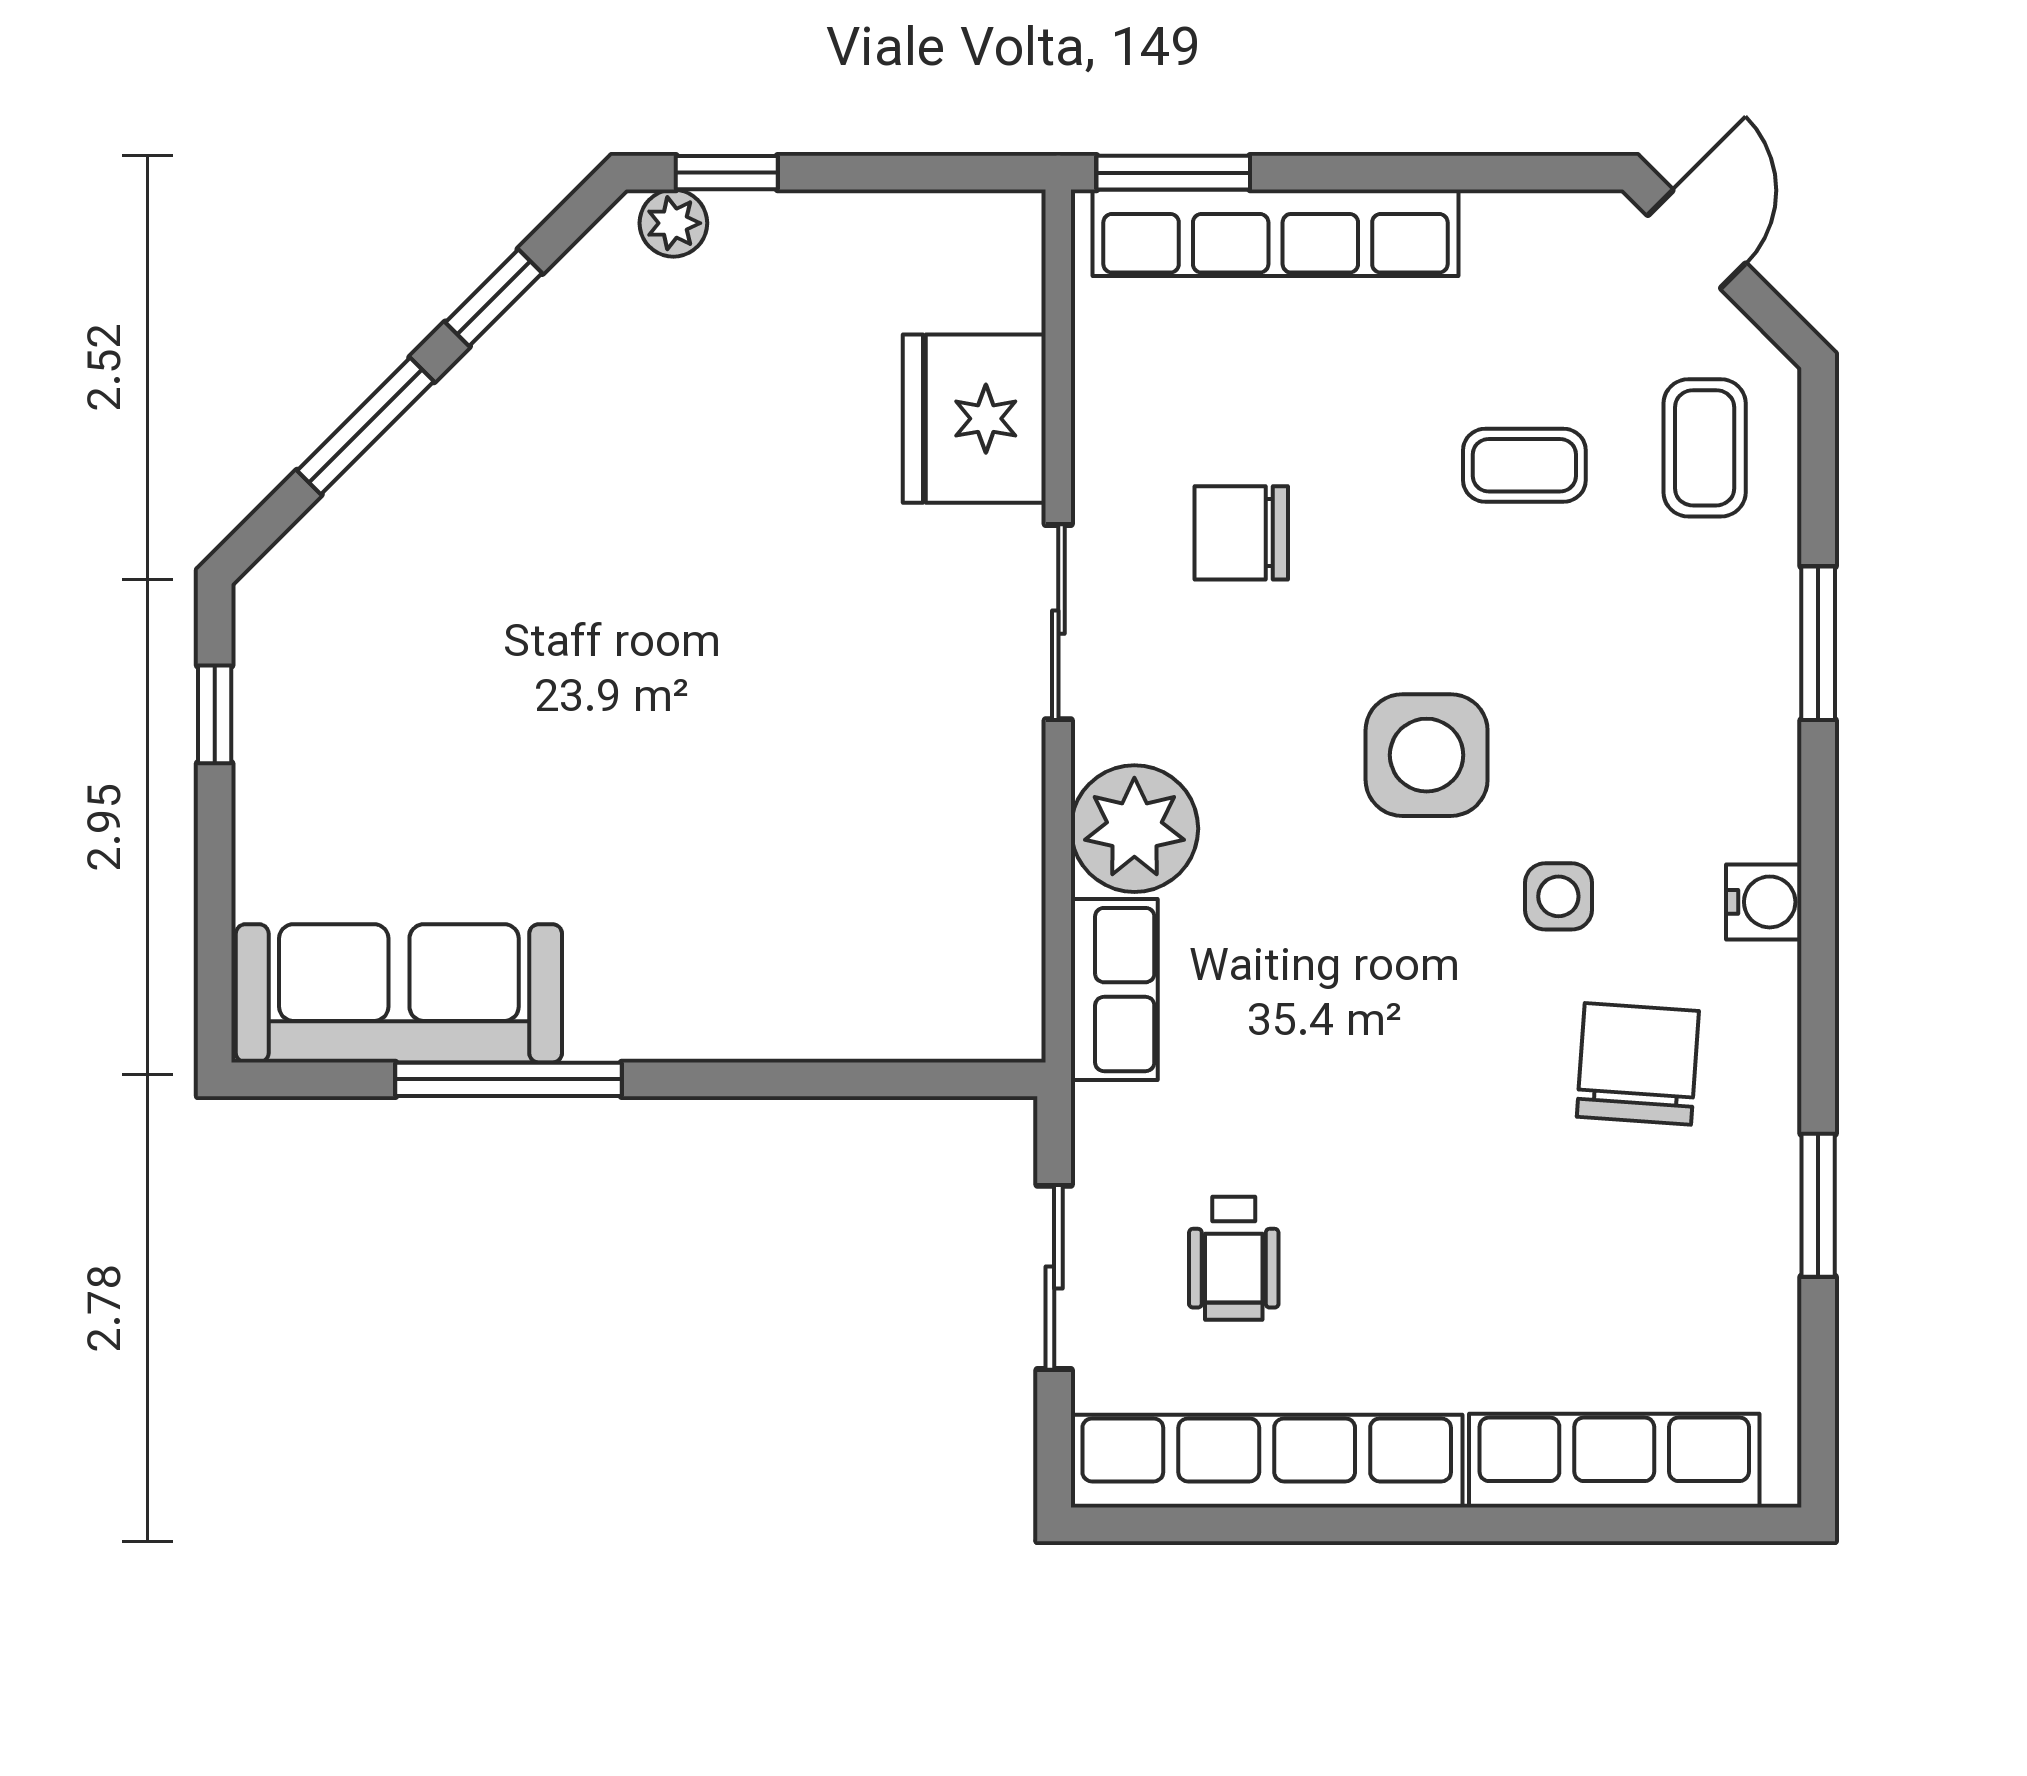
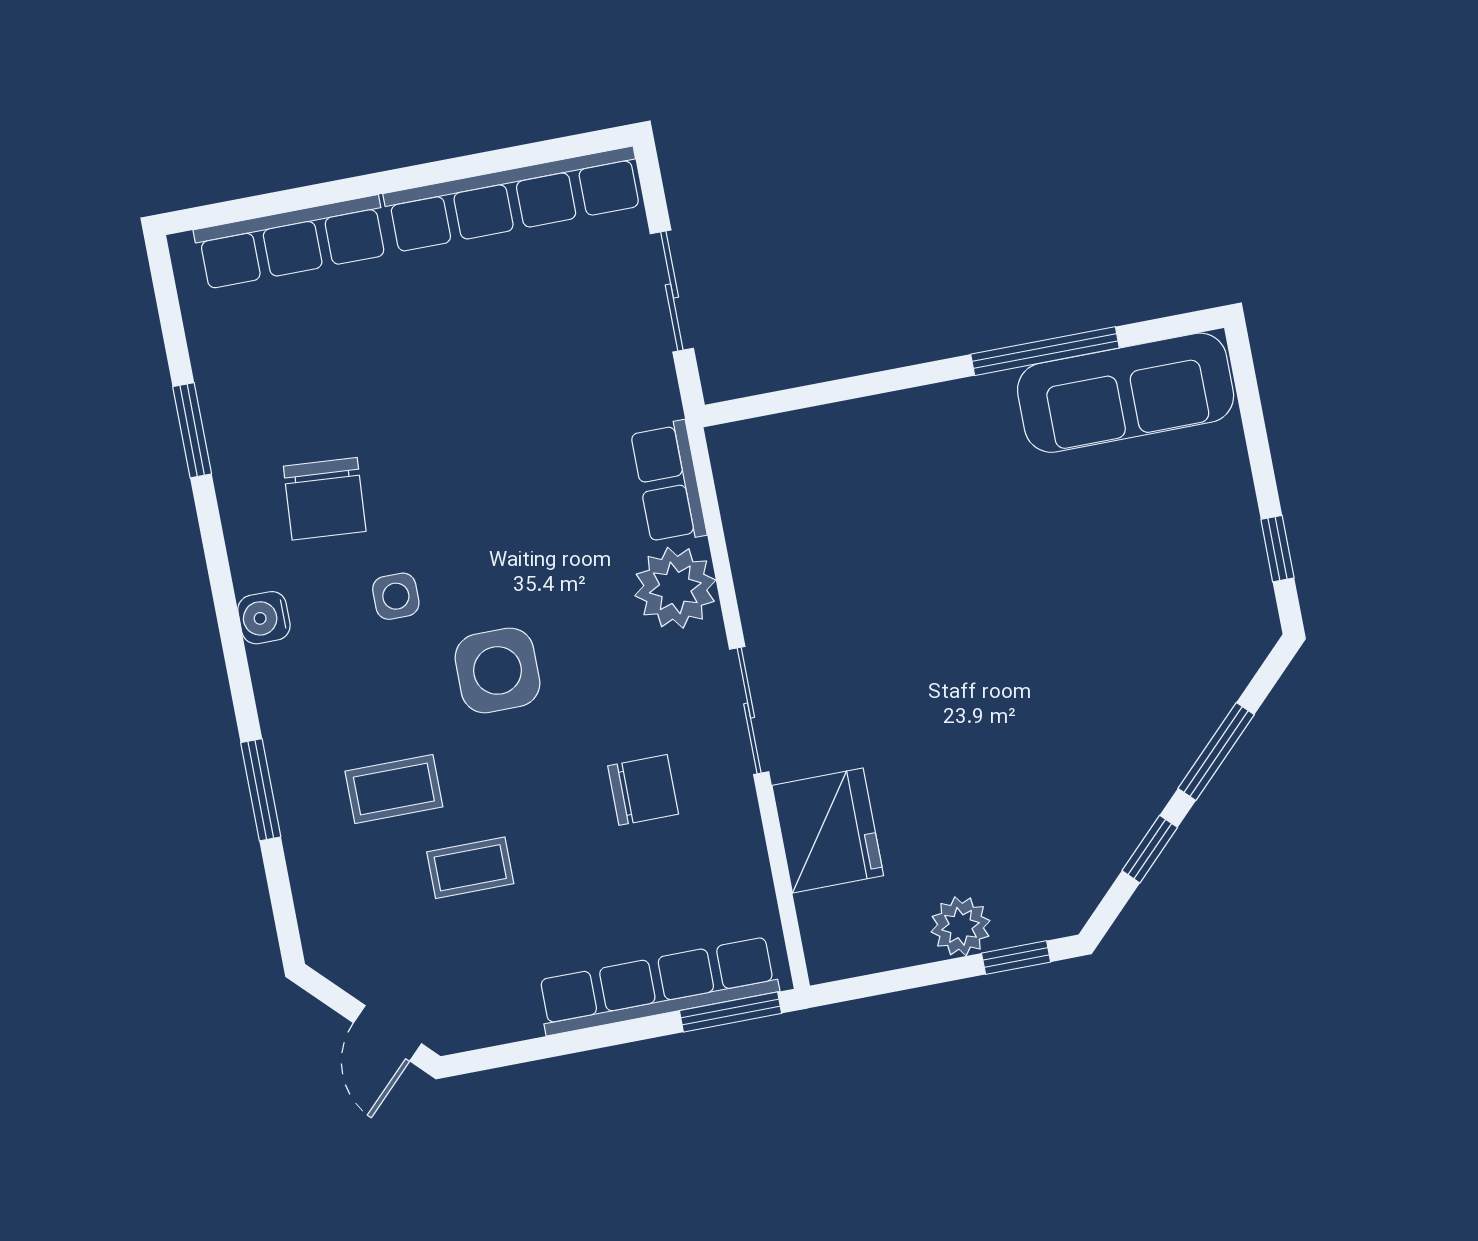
plant: (673, 223) -> (961, 926), moved, width x1.38, depth x1.38
coffee table: (1705, 448) -> (394, 789), moved, turned 90
wheelchair: (1234, 1258) -> (559, 325), removed

